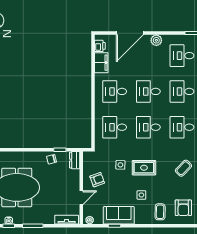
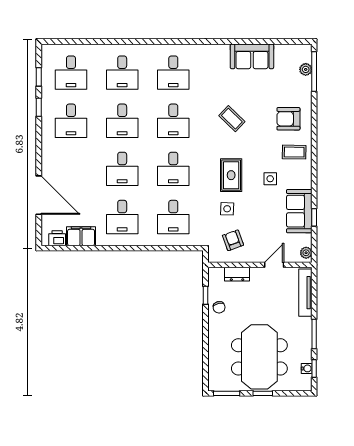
plant: (156, 40) -> (49, 157), removed
dresser: (75, 160) -> (237, 274), moved
armchair: (97, 180) -> (233, 240), moved
door: (81, 198) -> (274, 265), hinge flipped
armchair: (183, 208) -> (288, 119), turned 180
tv unit: (67, 220) -> (305, 293), width x1.41

